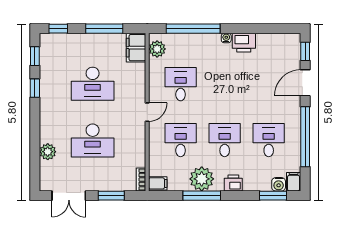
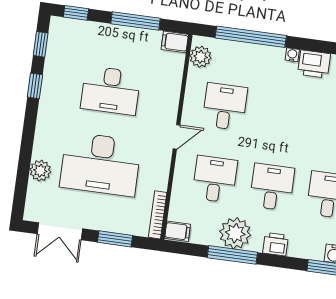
filing cabinet: (136, 48) -> (175, 42), width x0.50
desk: (93, 141) -> (101, 164), width x1.36, depth x1.30
bookcase: (141, 180) -> (158, 215), width x1.56

